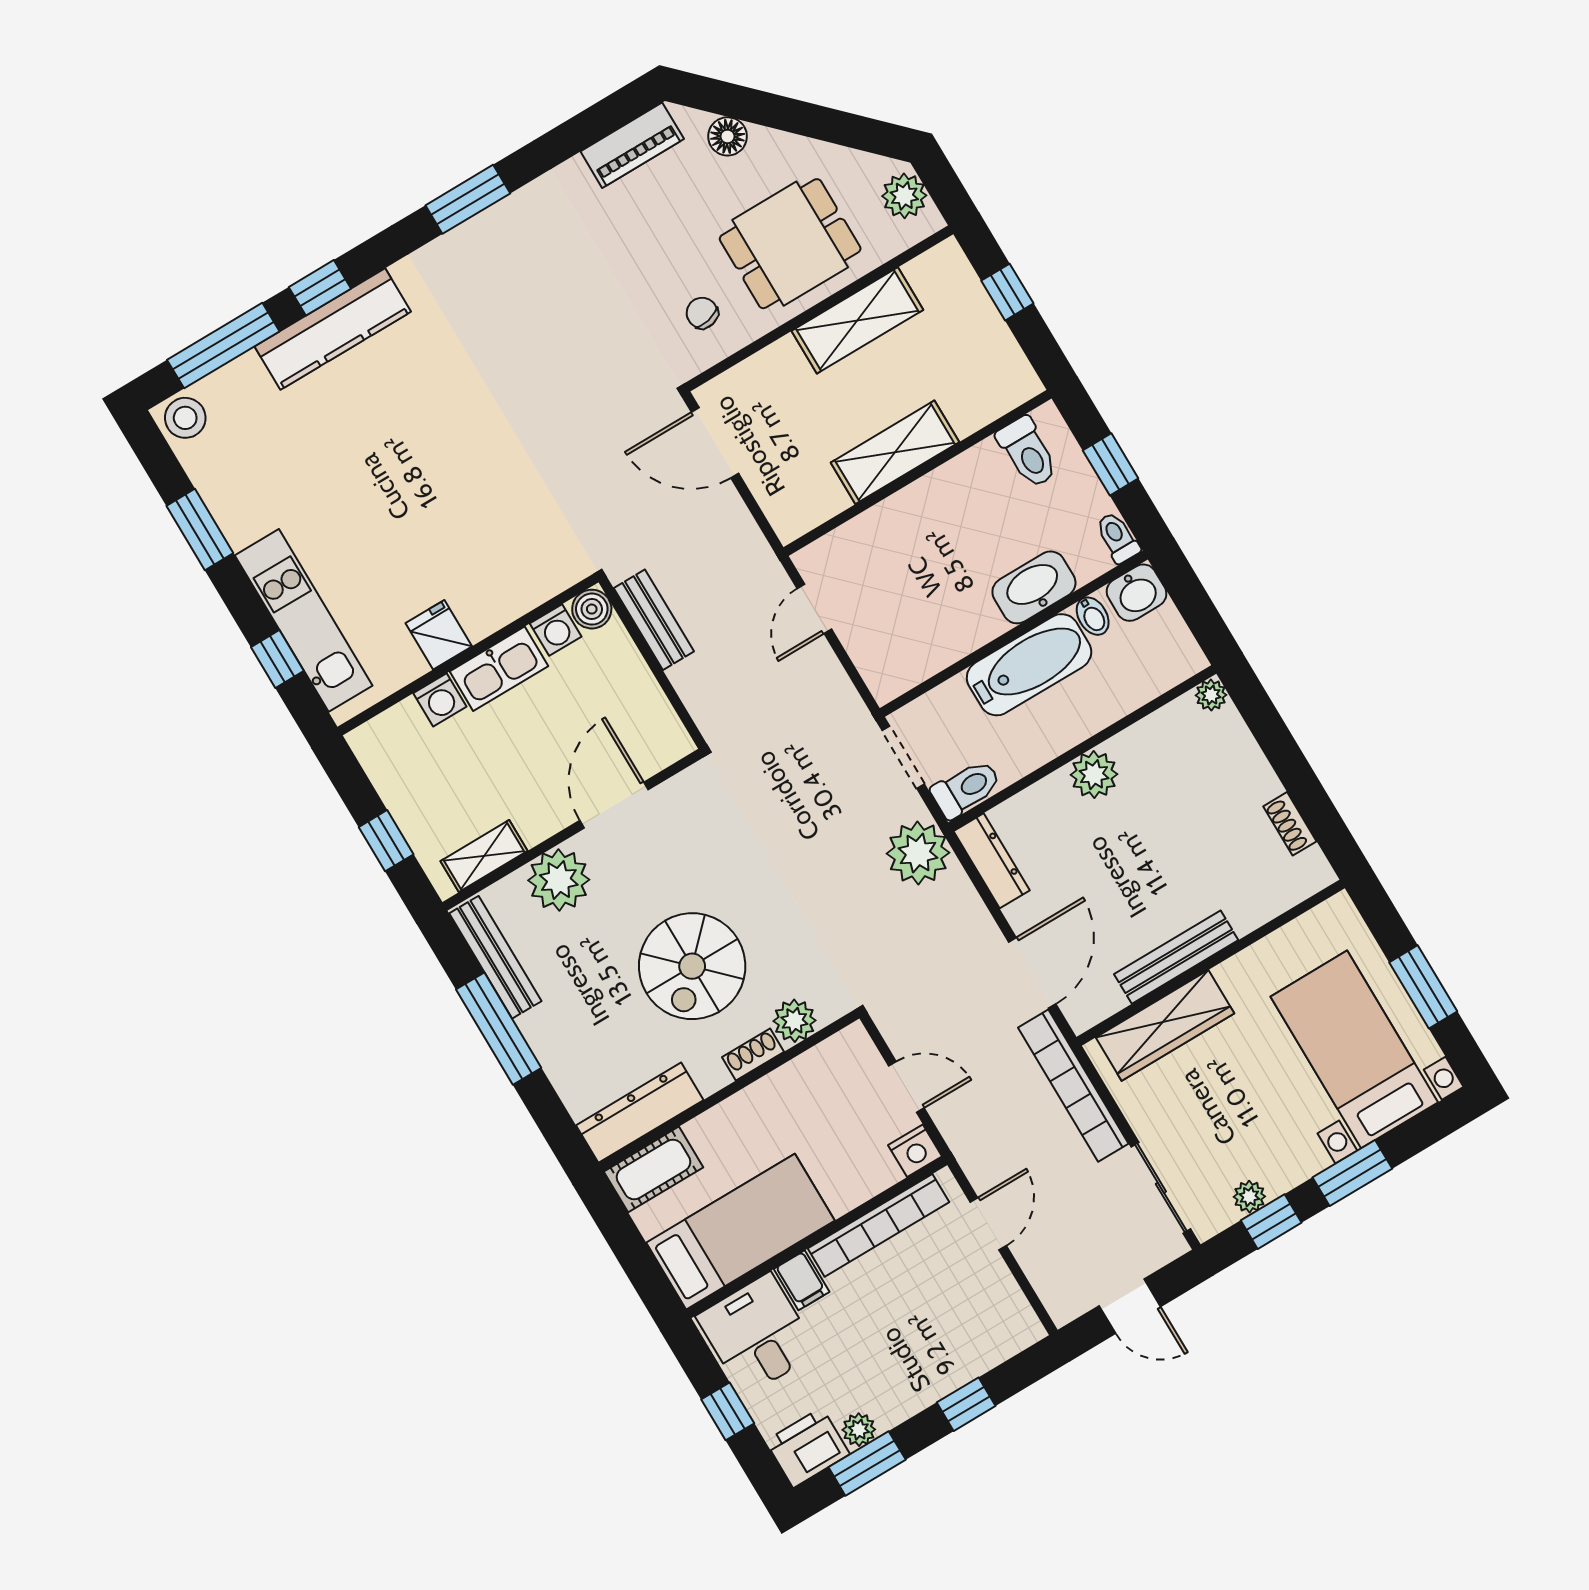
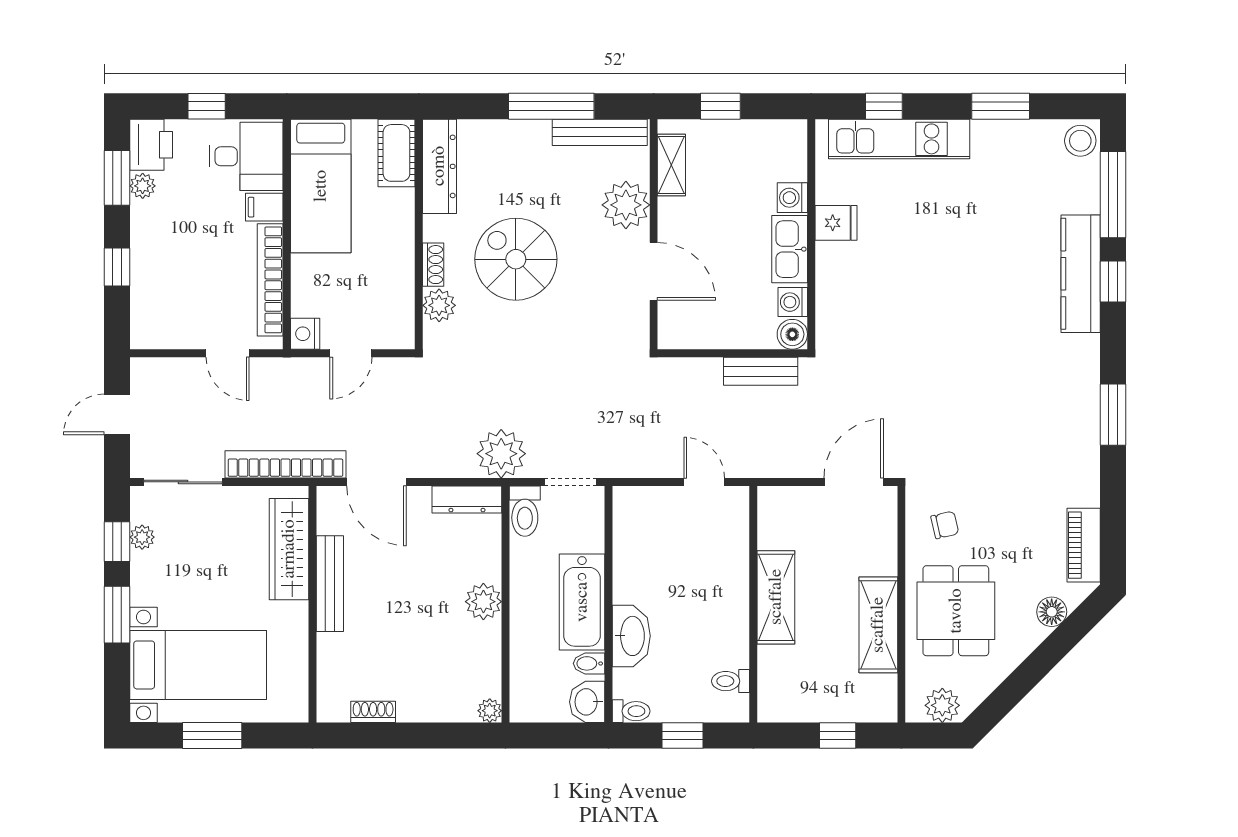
toilet: (1028, 452) -> (731, 681), width x0.73, depth x0.72

